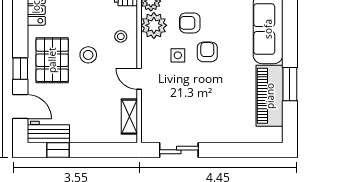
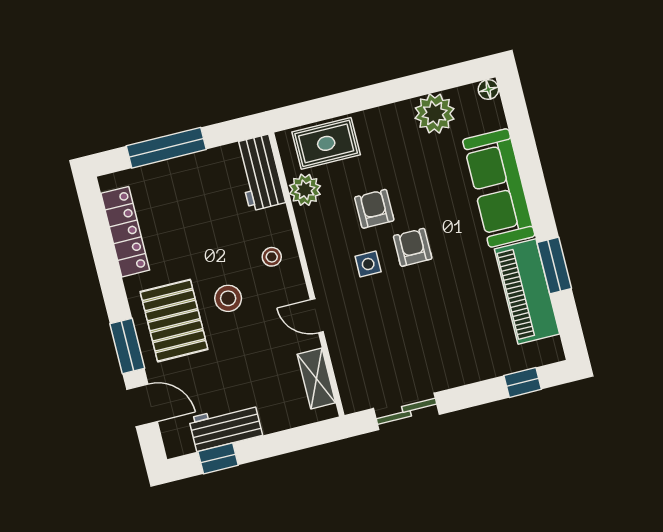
armchair: (190, 23) -> (374, 209), turned 90
plant: (154, 25) -> (319, 227), removed
window: (20, 69) -> (127, 346), width x1.50
workbench: (48, 132) -> (226, 427), moved
window: (253, 150) -> (523, 382), added

